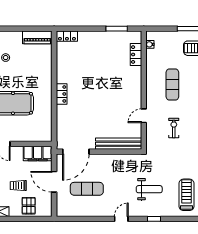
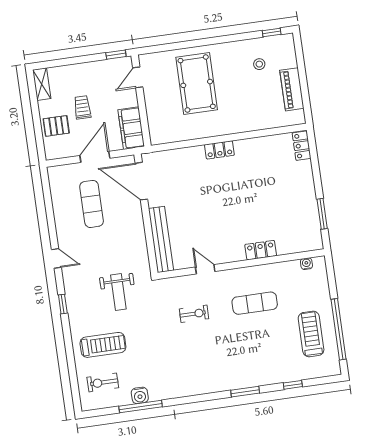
piano: (37, 37) -> (292, 89), moved
locker: (136, 55) -> (261, 250), moved
weight bench: (149, 189) -> (118, 292), moved

